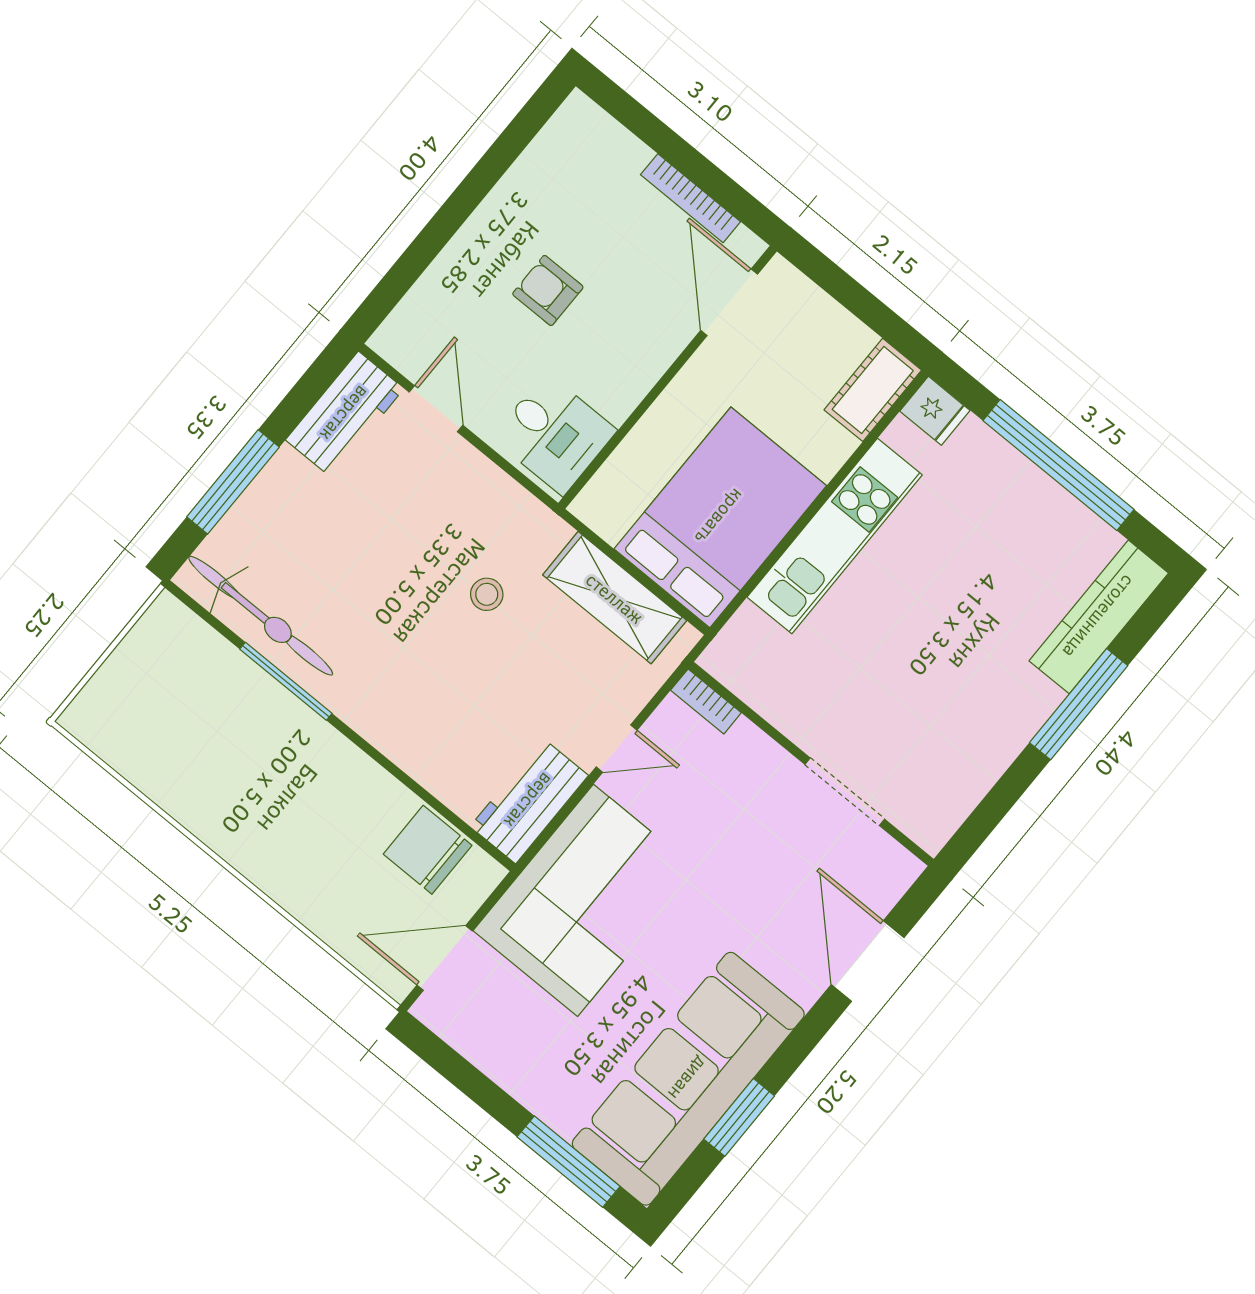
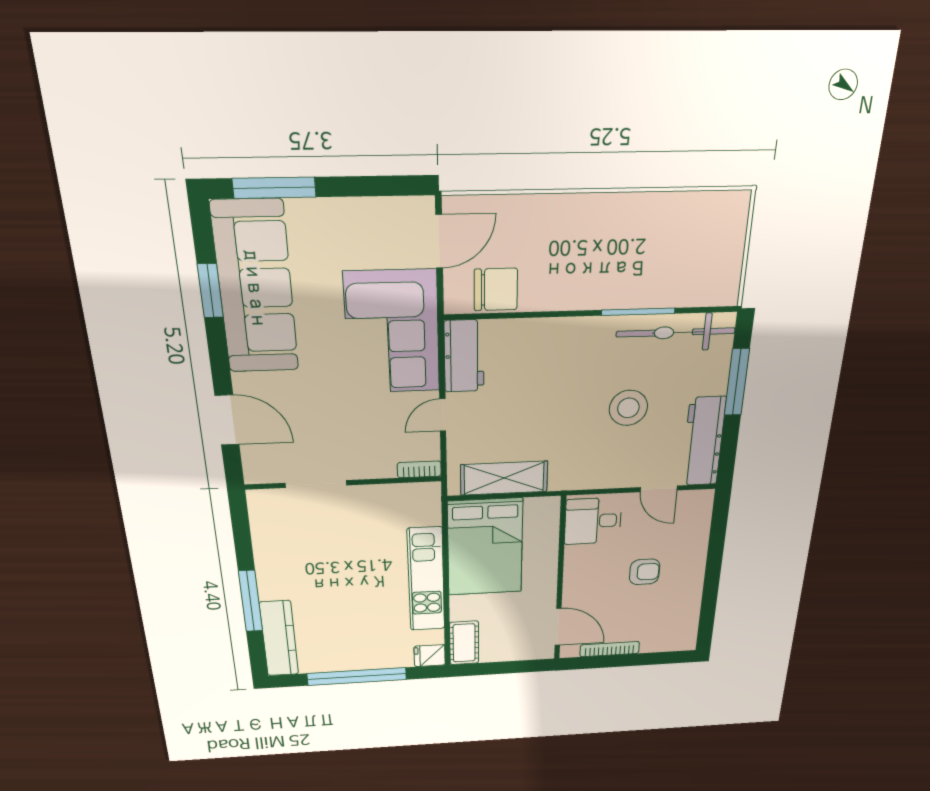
workbench: (345, 414) -> (703, 442), width x1.38
stool: (487, 594) -> (628, 408), moved, width x1.89, depth x1.89

